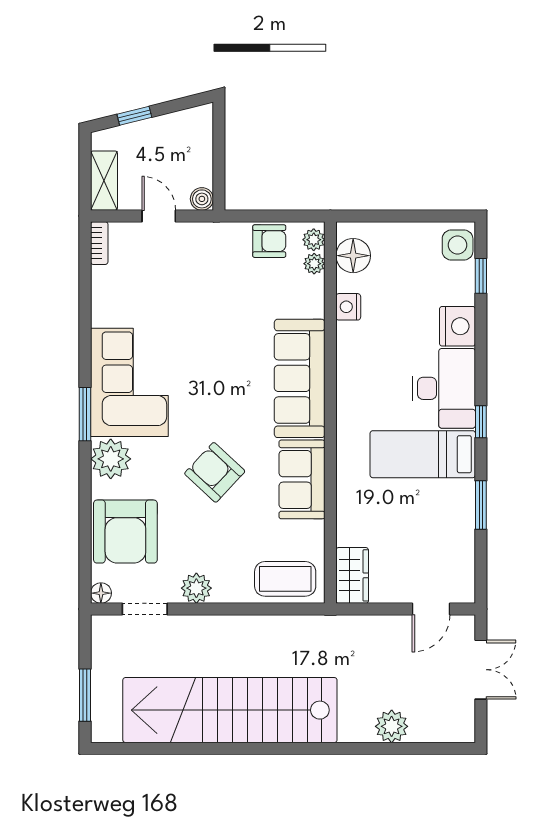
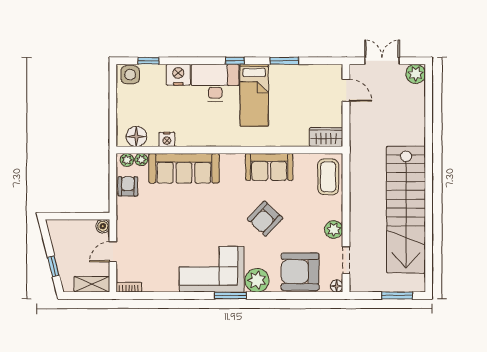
sofa: (300, 378) -> (184, 168), moved
armchair: (125, 532) -> (300, 272), turned 180
plant: (392, 726) -> (416, 74), moved

